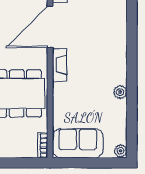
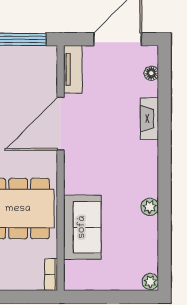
fireplace: (60, 65) -> (149, 119), moved, turned 180
sofa: (78, 143) -> (82, 227), moved, turned 90

